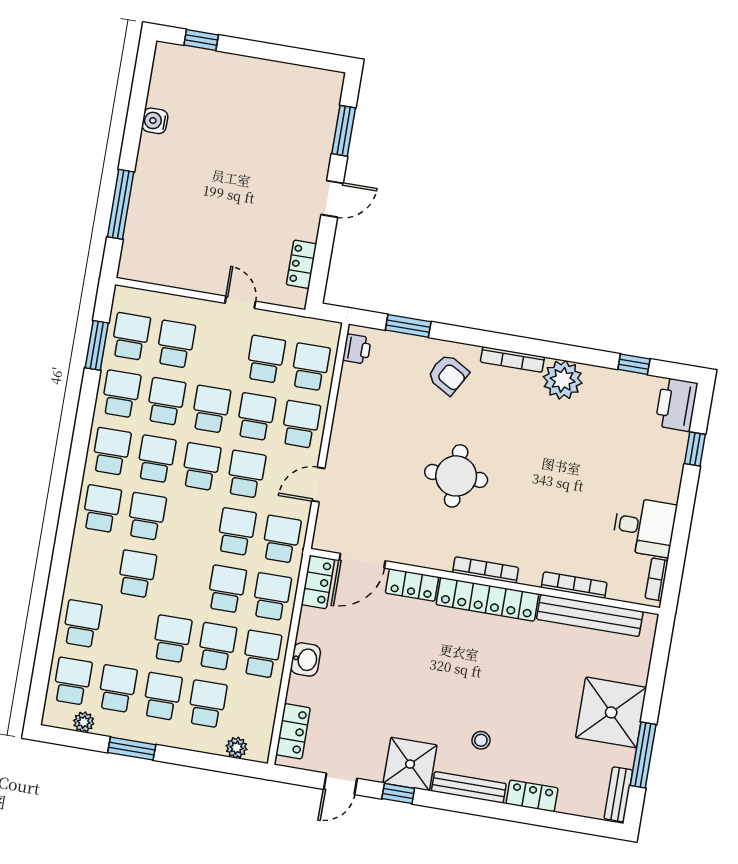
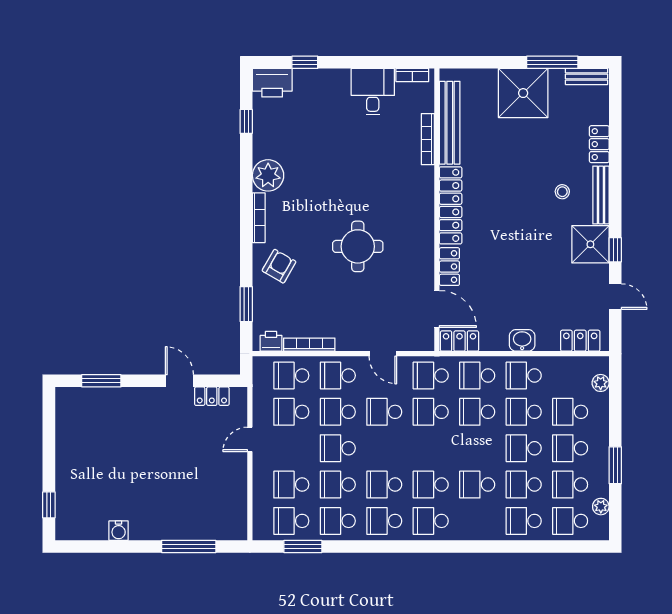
door: (332, 199) -> (179, 381), moved
school desk: (201, 467) -> (524, 485), moved
bookcase: (486, 570) -> (309, 345), moved, turned 90

